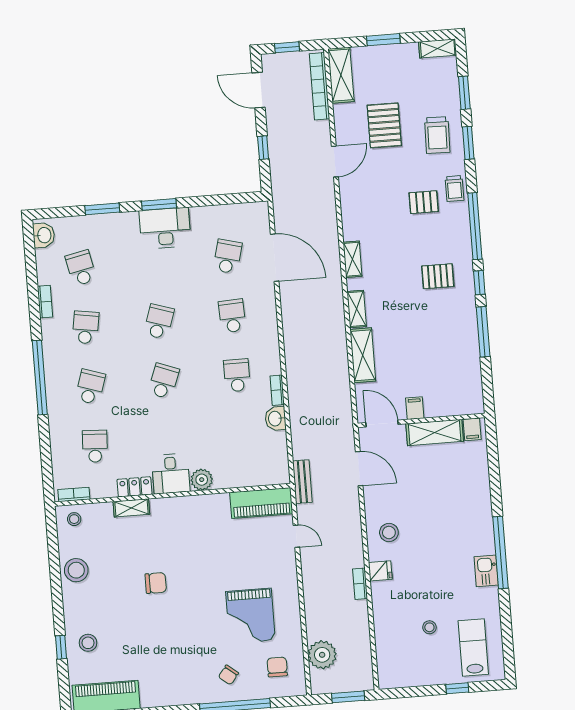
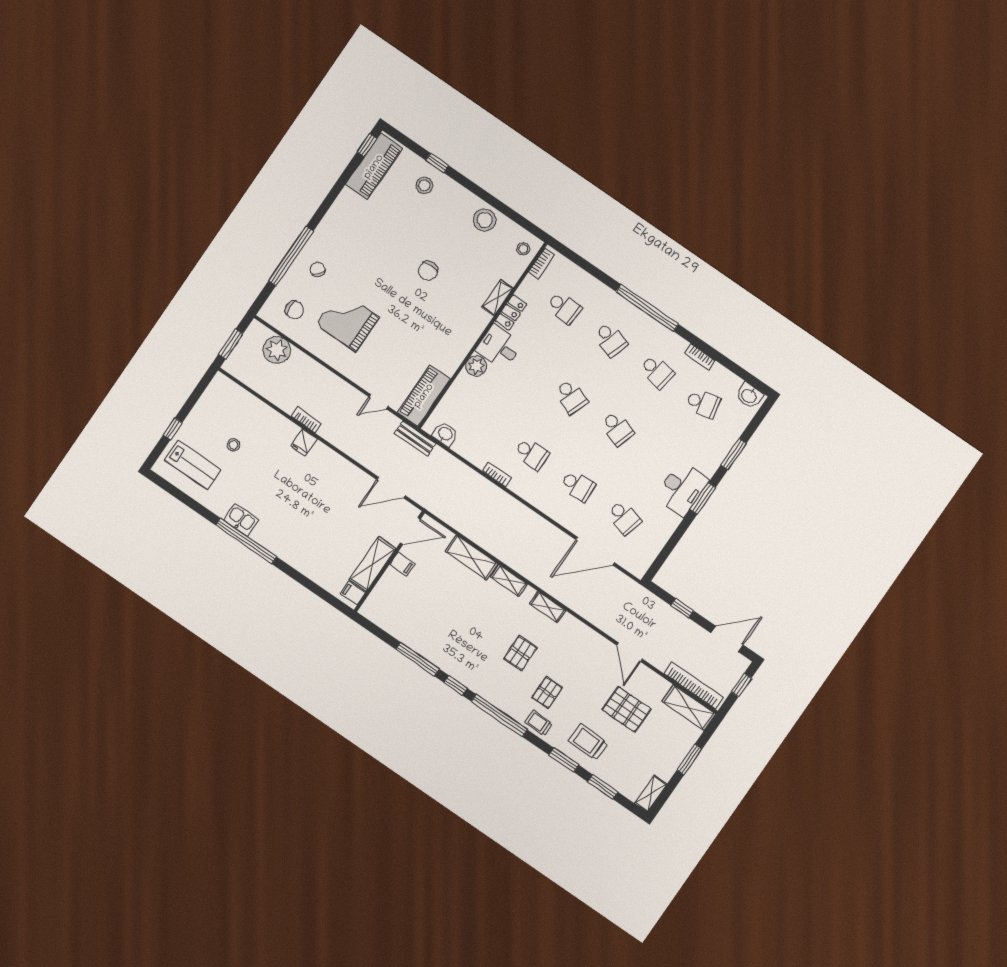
pallet: (438, 276) -> (520, 653), moved
washbasin: (275, 419) -> (445, 434), moved
stool: (389, 532) -> (327, 471), removed

